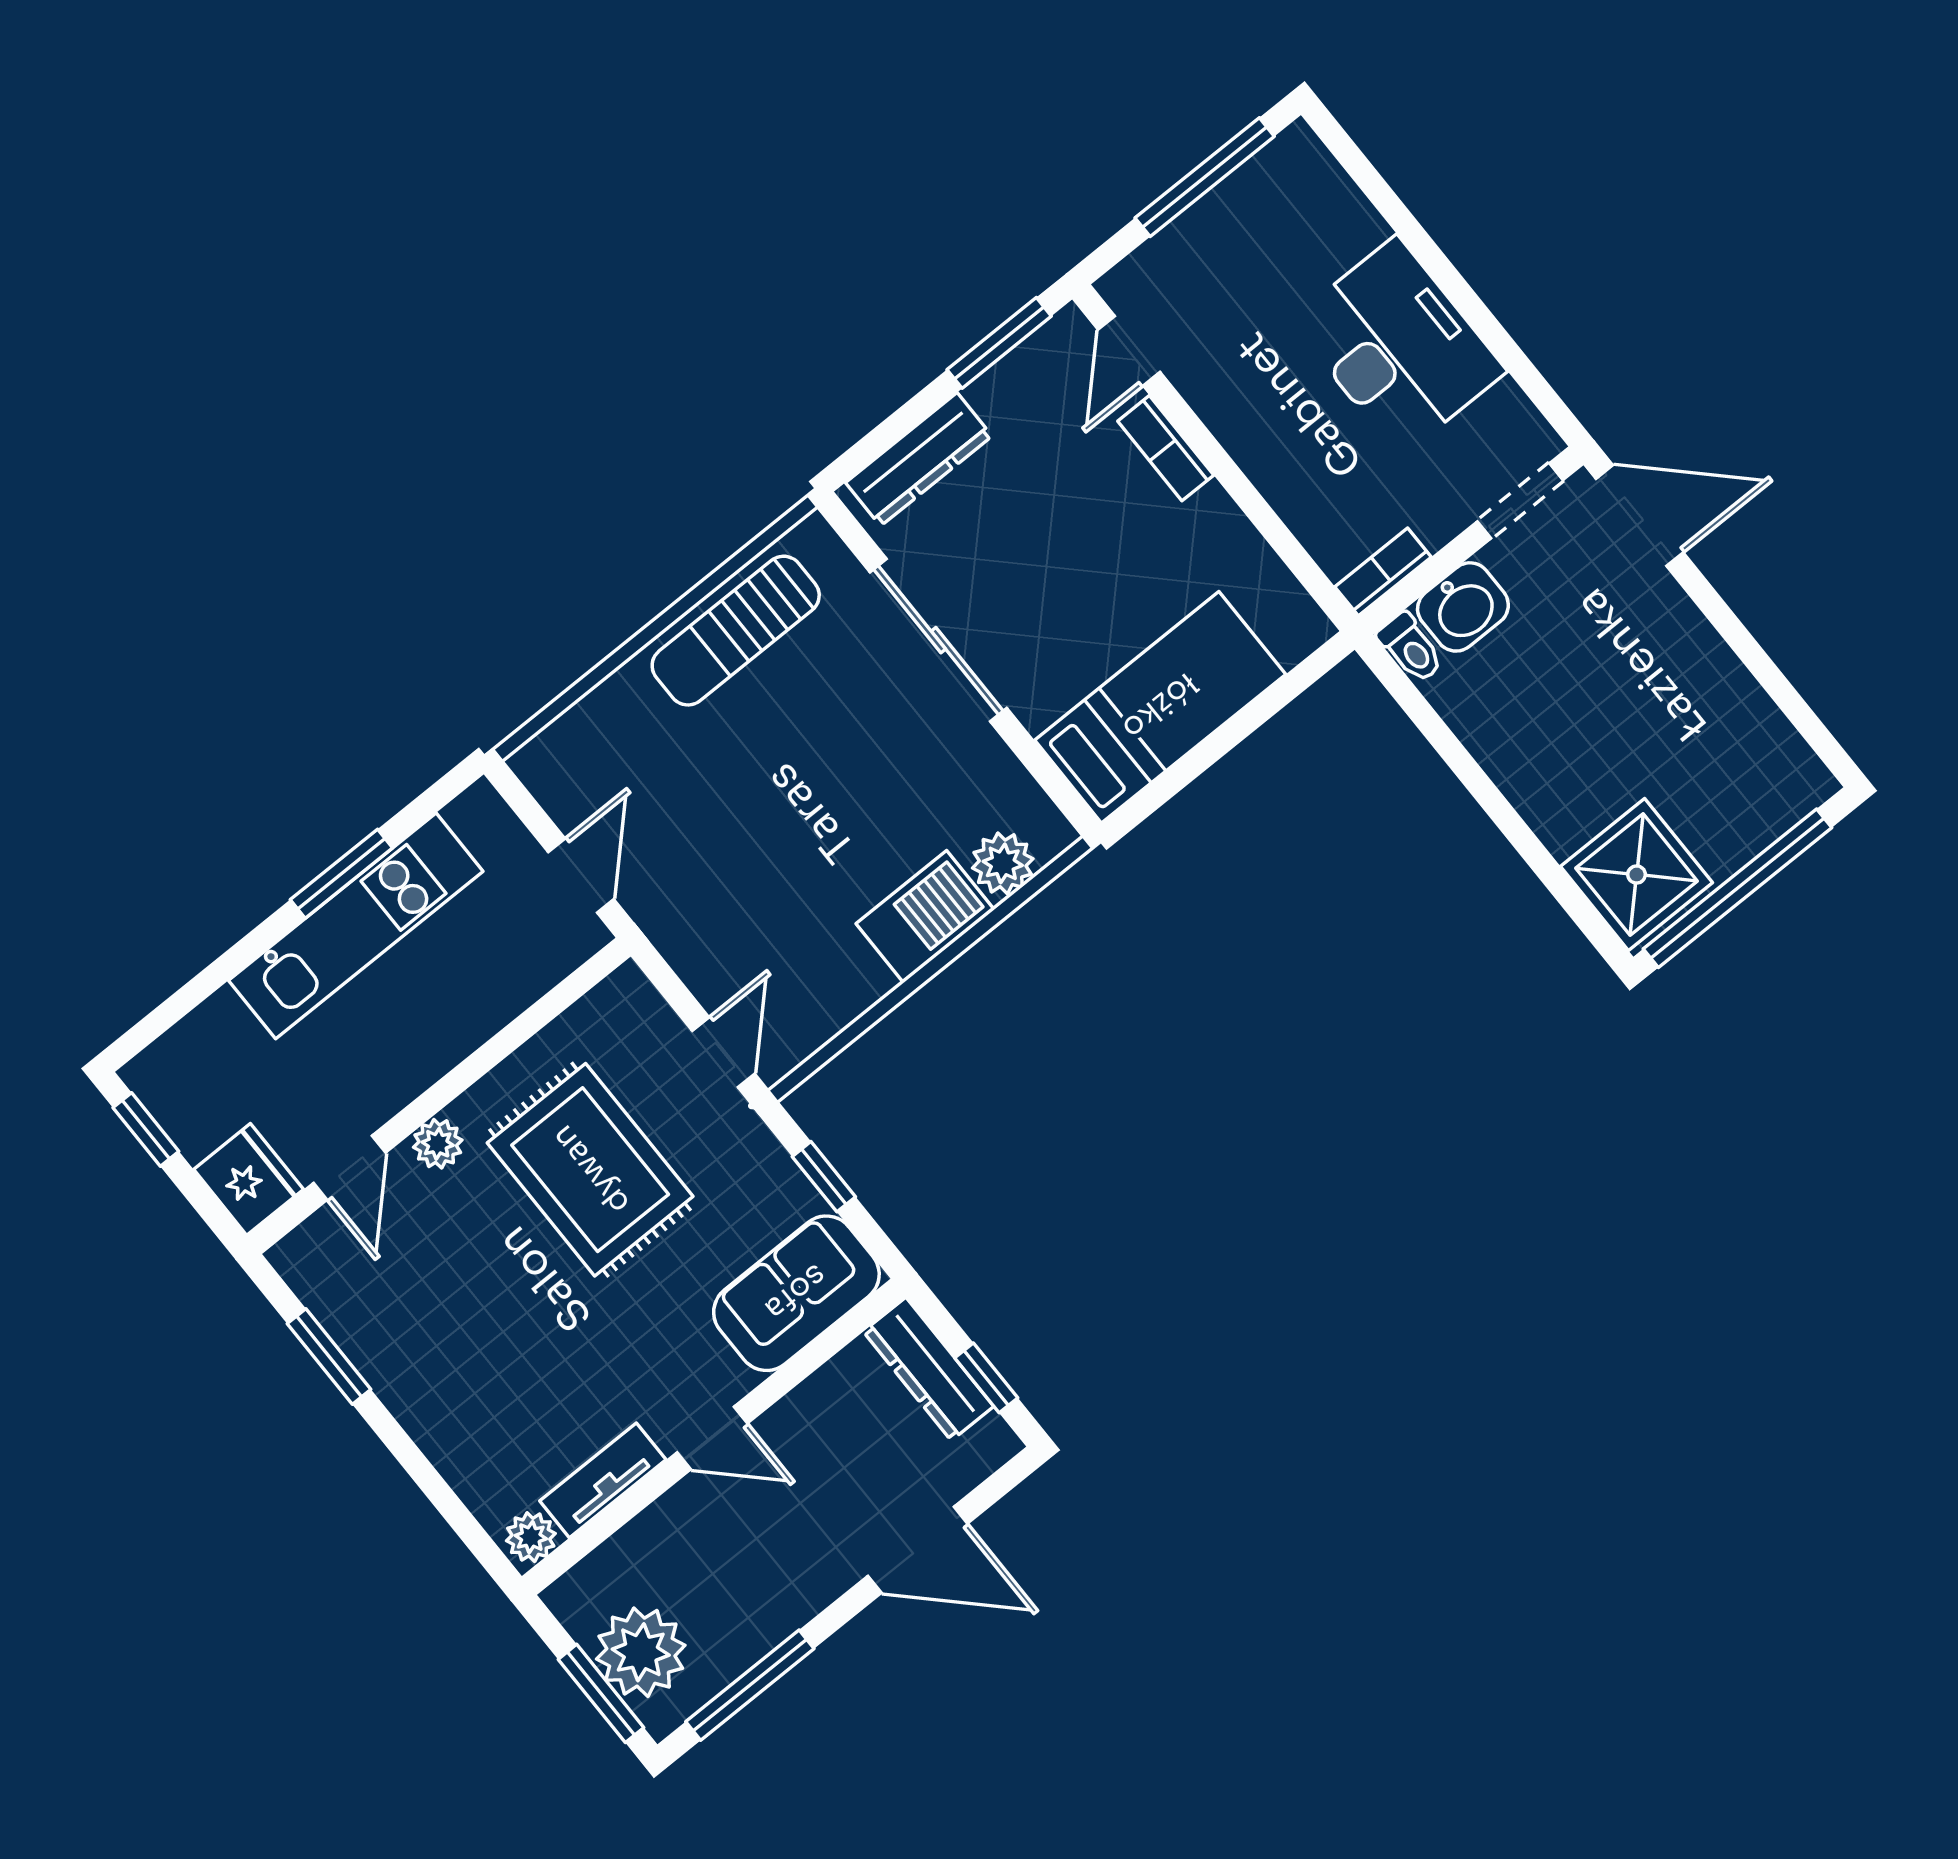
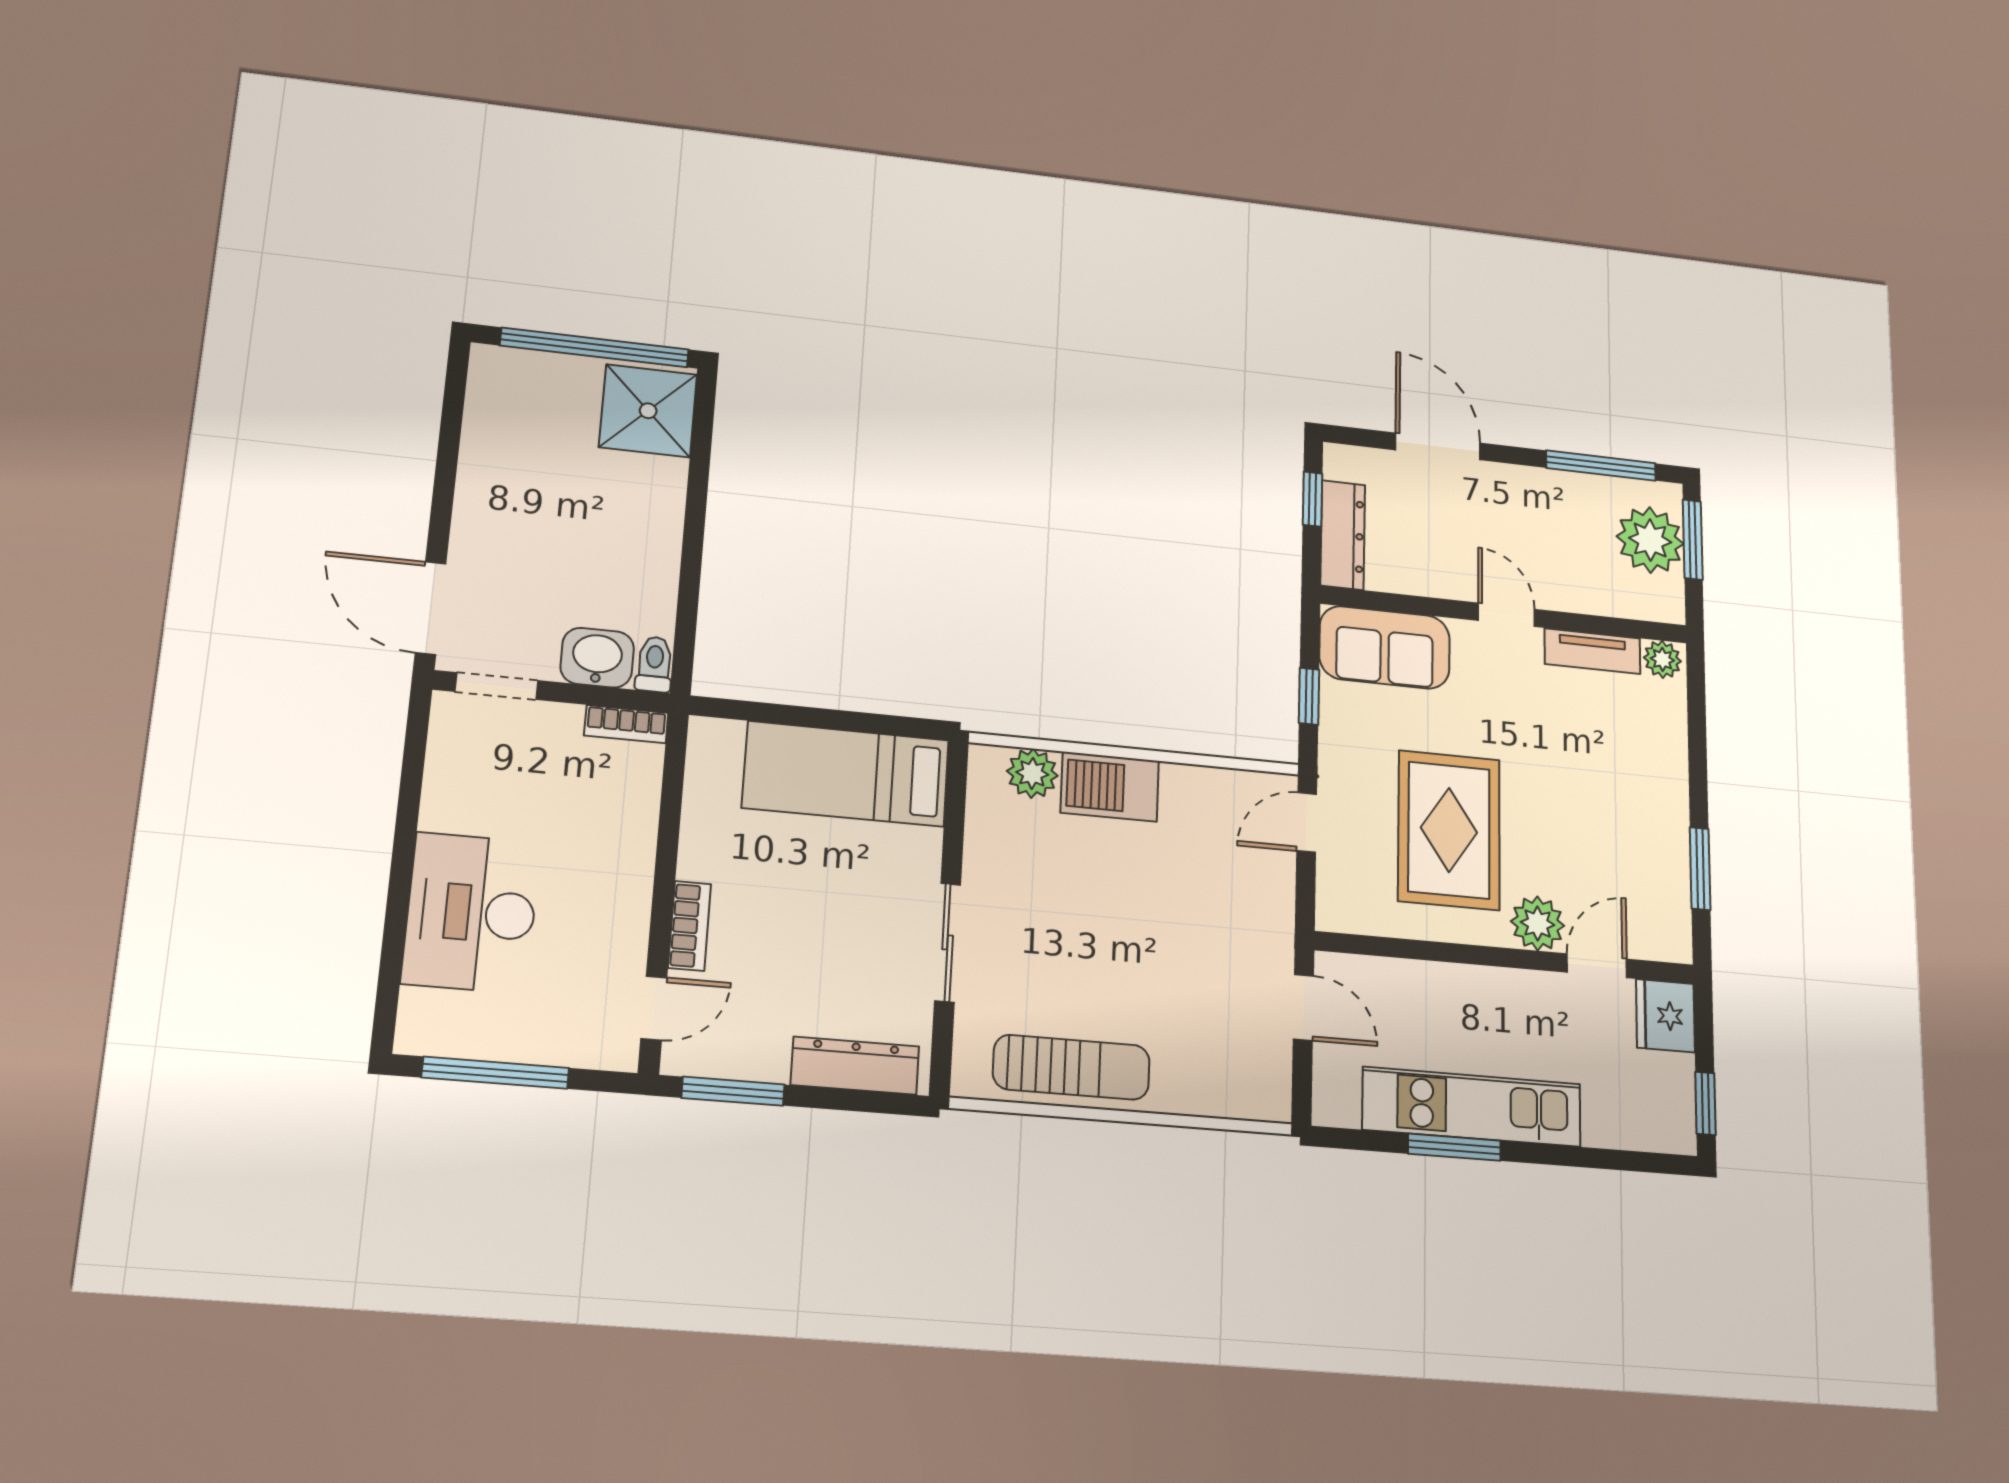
desk: (1398, 346) -> (471, 913), moved
sliding door: (938, 640) -> (948, 942), width x0.73
door: (581, 876) -> (1303, 1007), swing flipped
plant: (438, 1144) -> (1538, 923), width x1.38, depth x1.38

